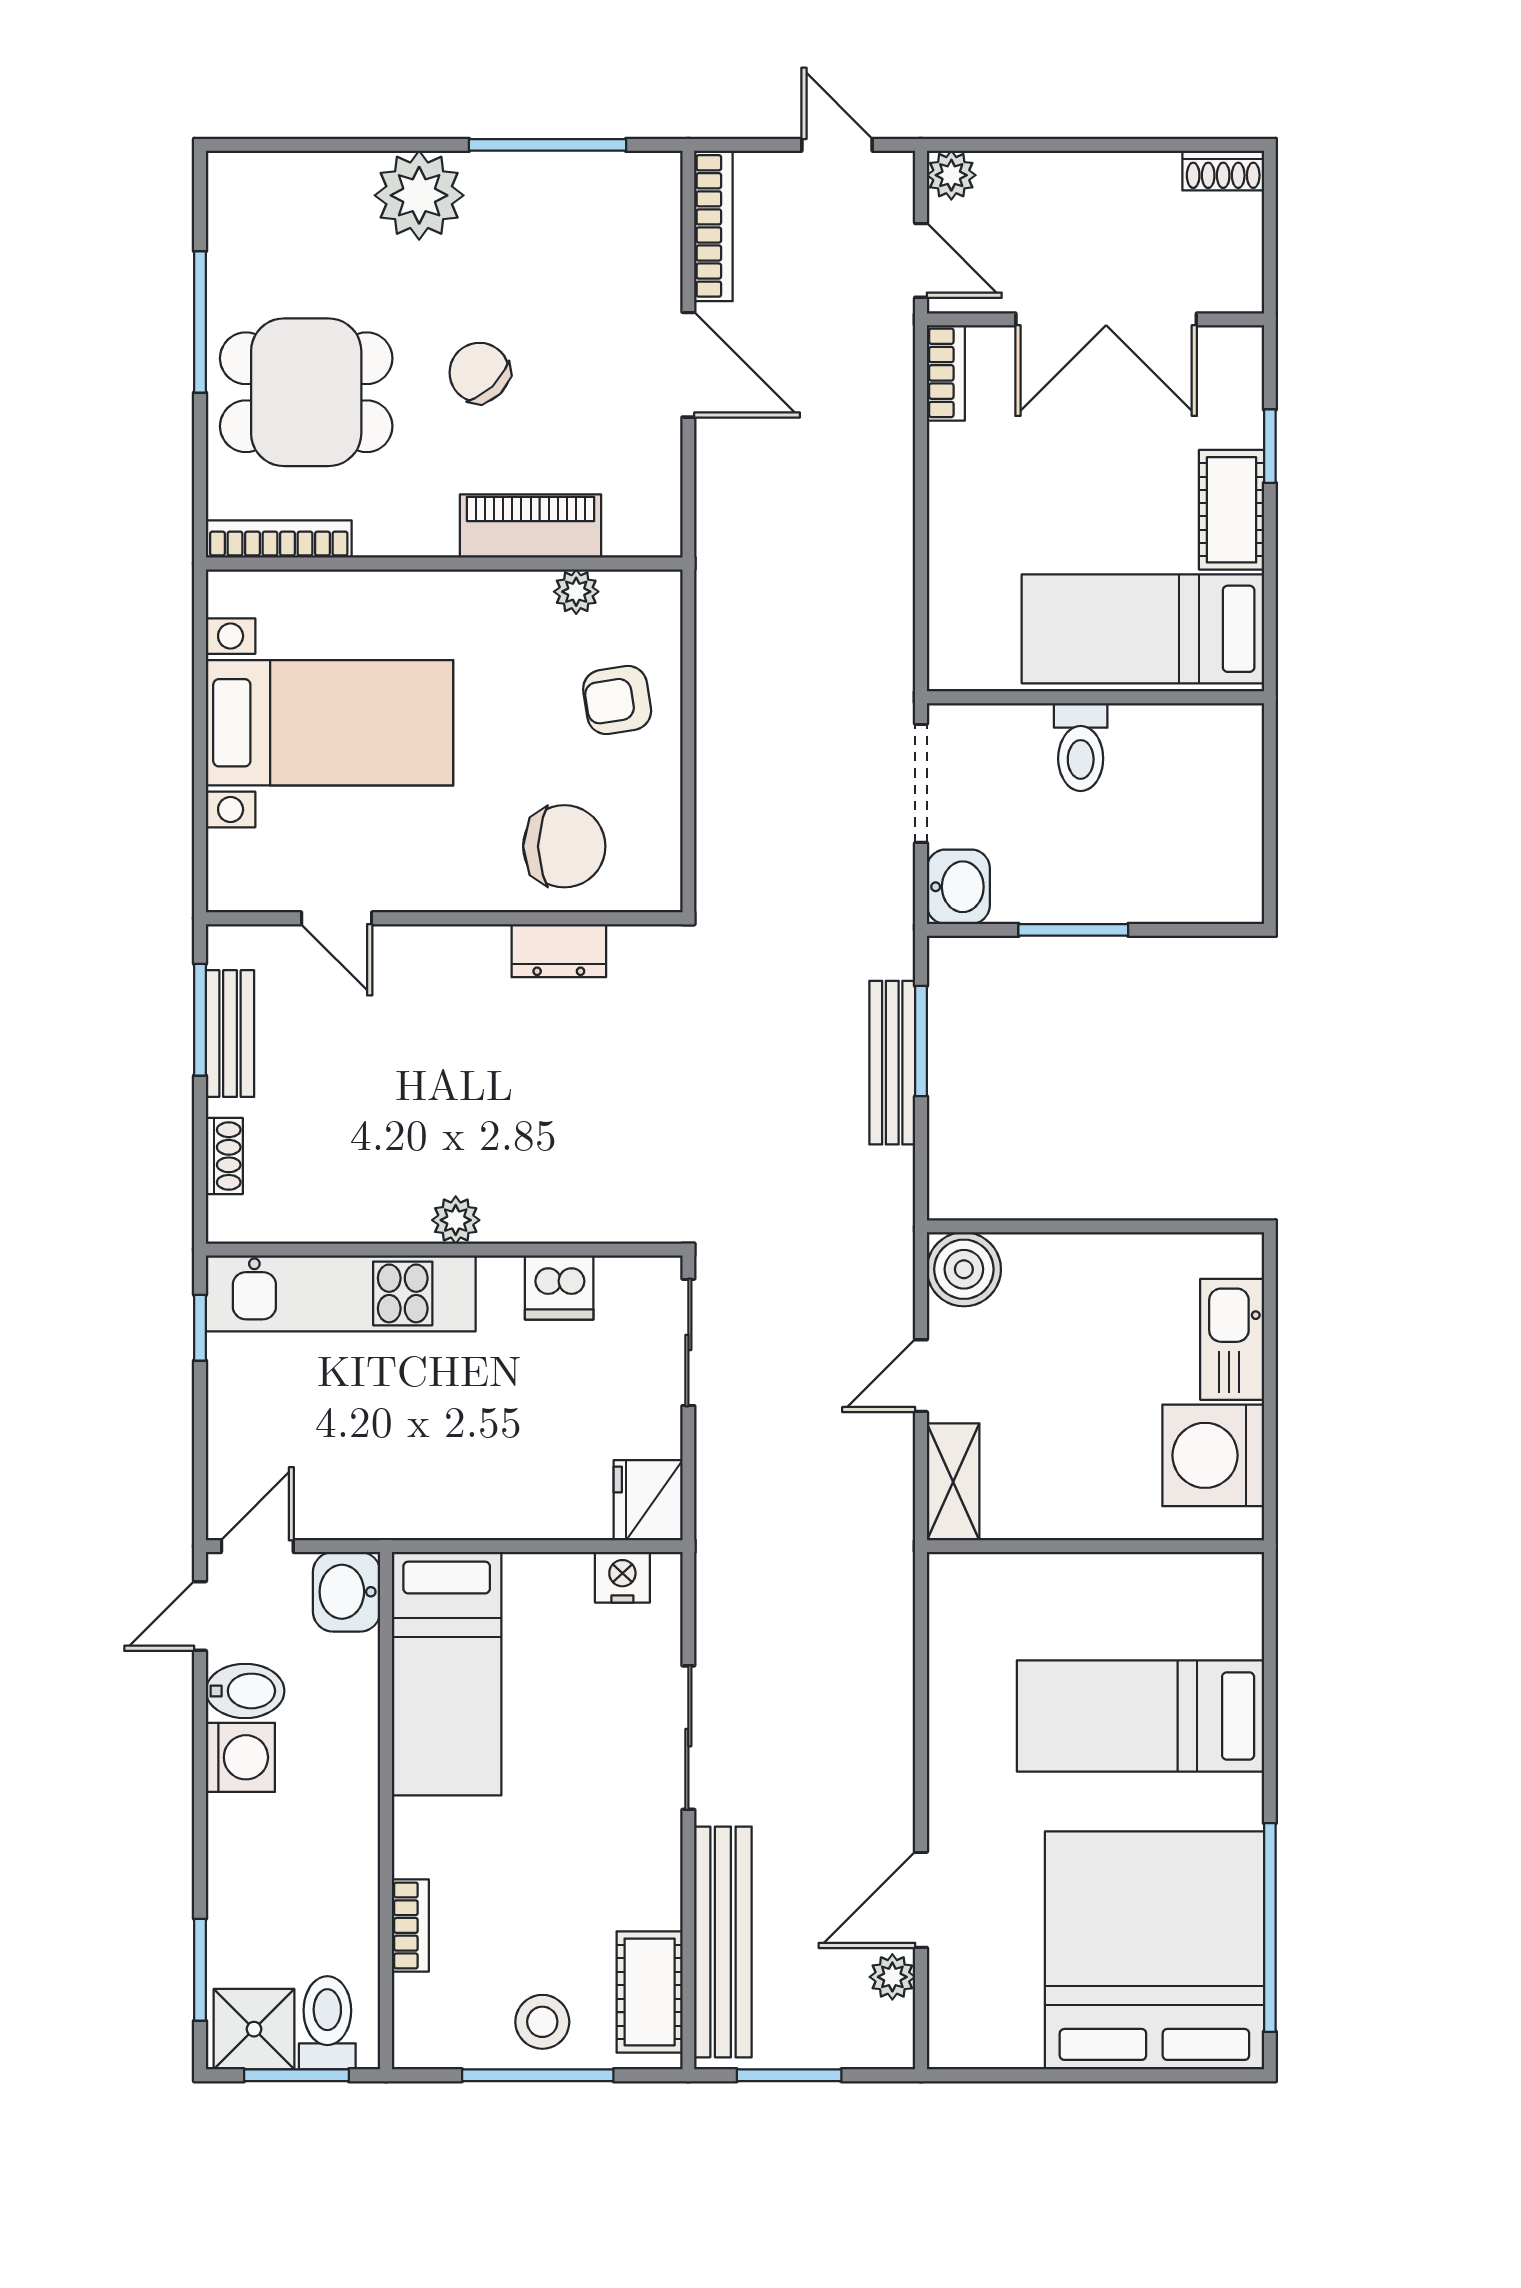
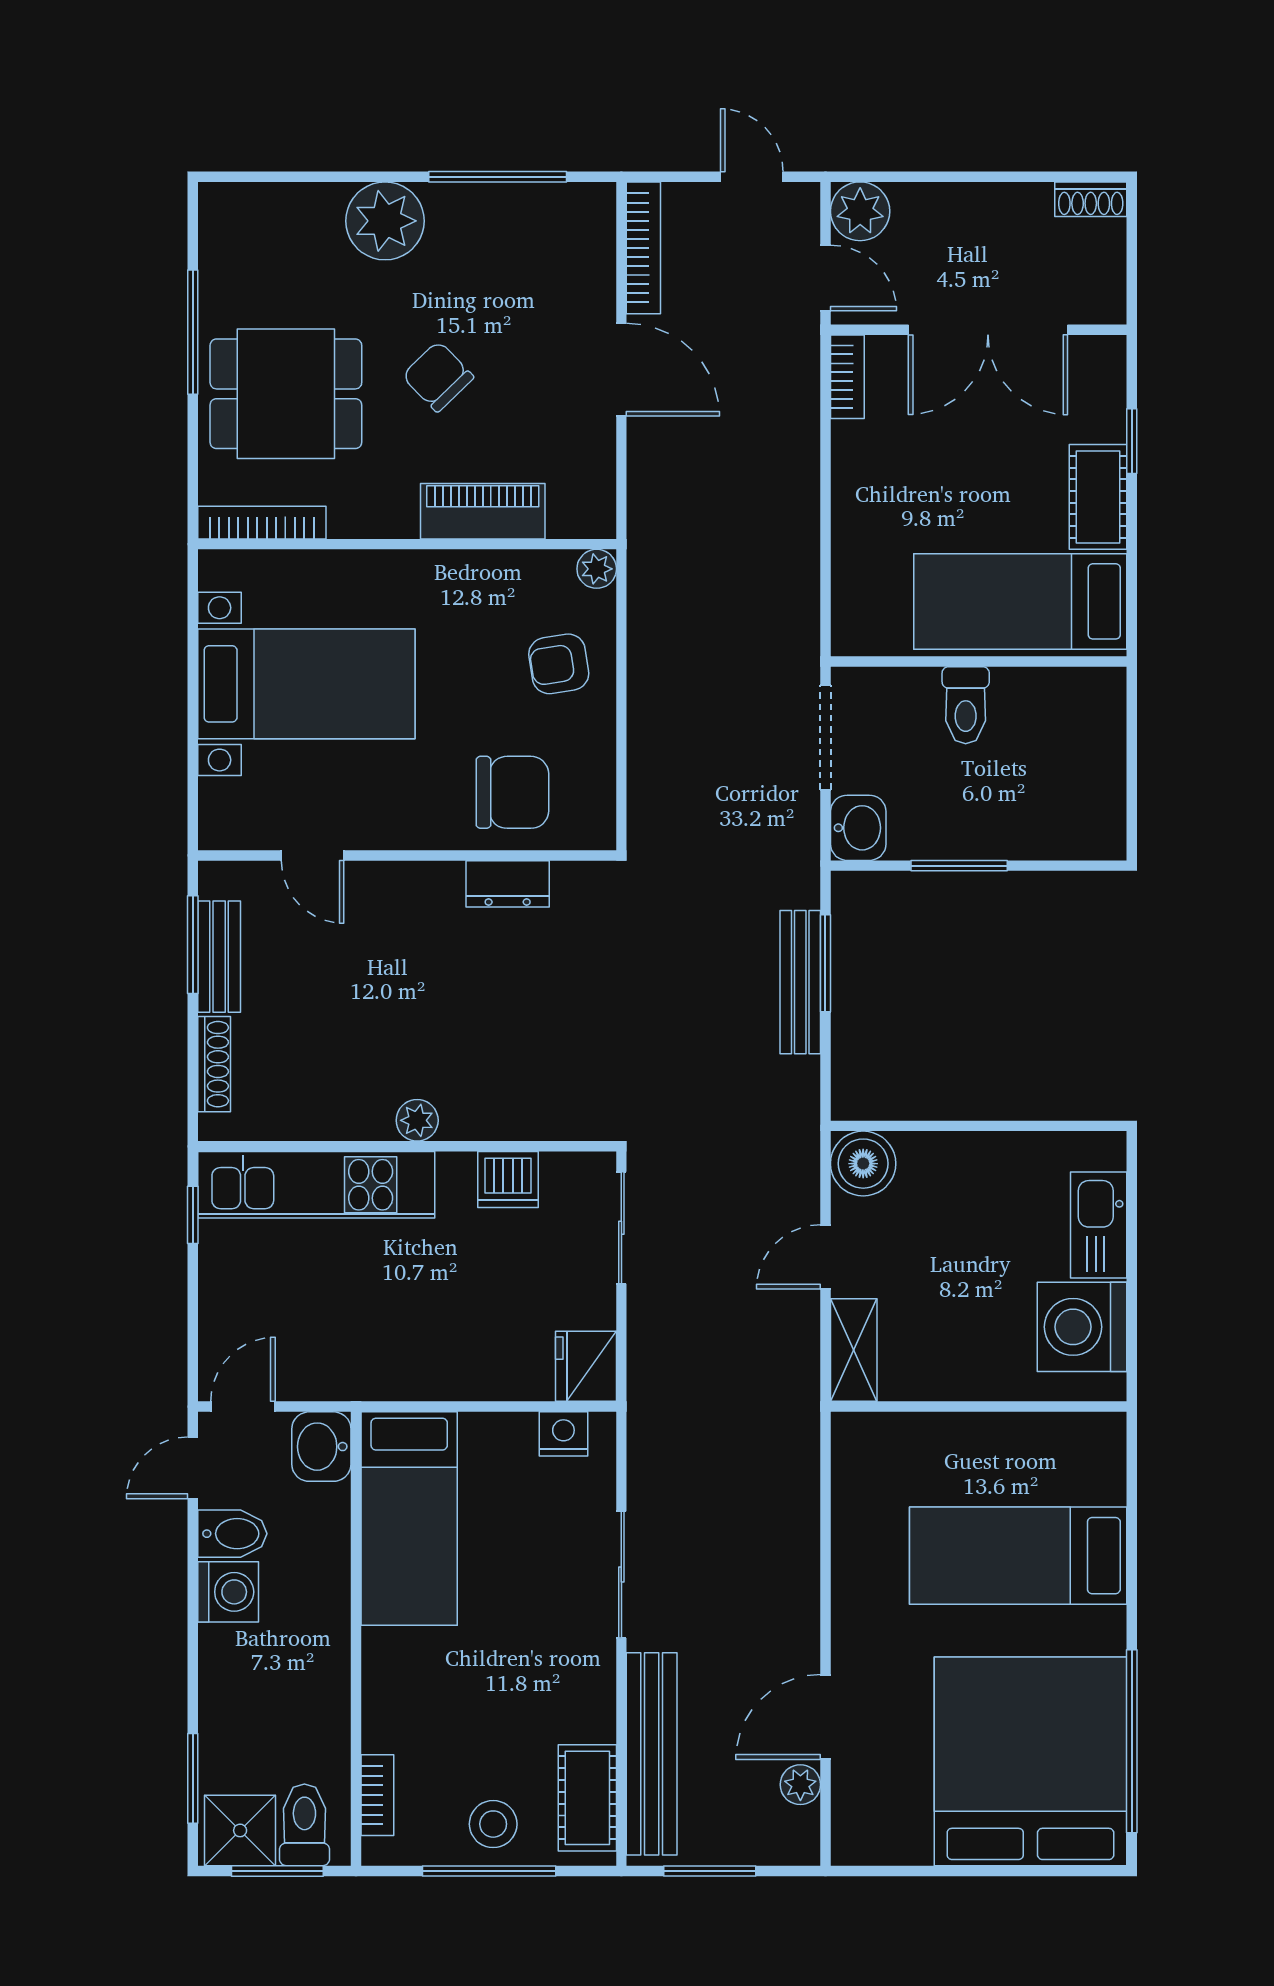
plant: (951, 175) -> (860, 211), width x1.38, depth x1.38
plant: (576, 592) -> (597, 569), moved
shoe rack: (224, 1156) -> (214, 1064), width x1.43
bookcase: (410, 1925) -> (377, 1795), moved

